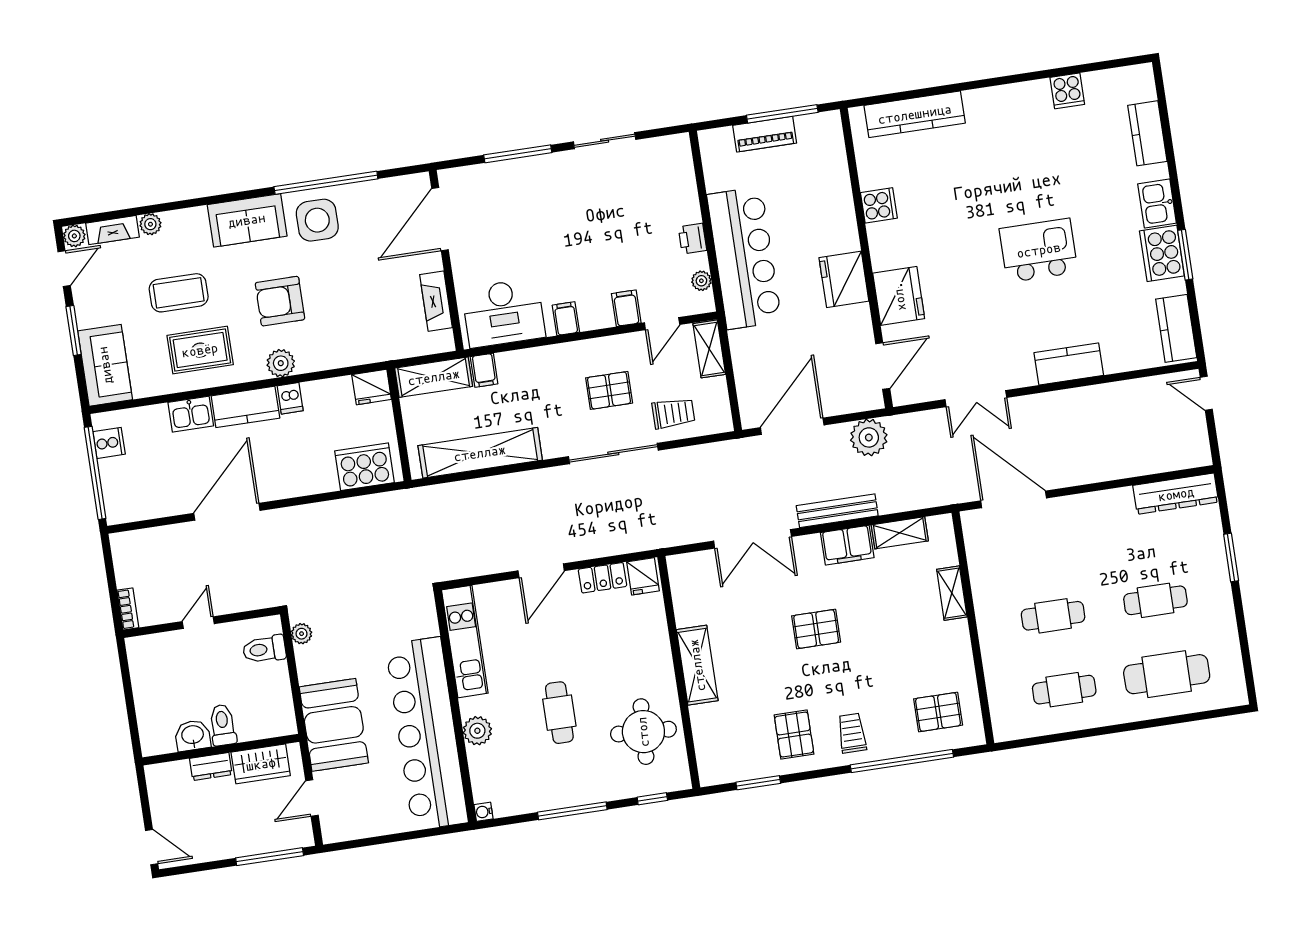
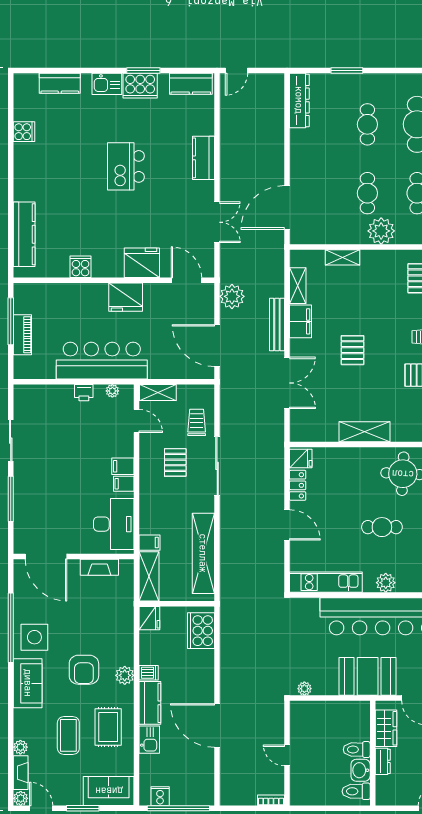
filing cabinet: (626, 308) -> (123, 466), moved
plant: (1000, 645) -> (381, 231), added
toilet: (264, 649) -> (356, 791), moved, turned 90

